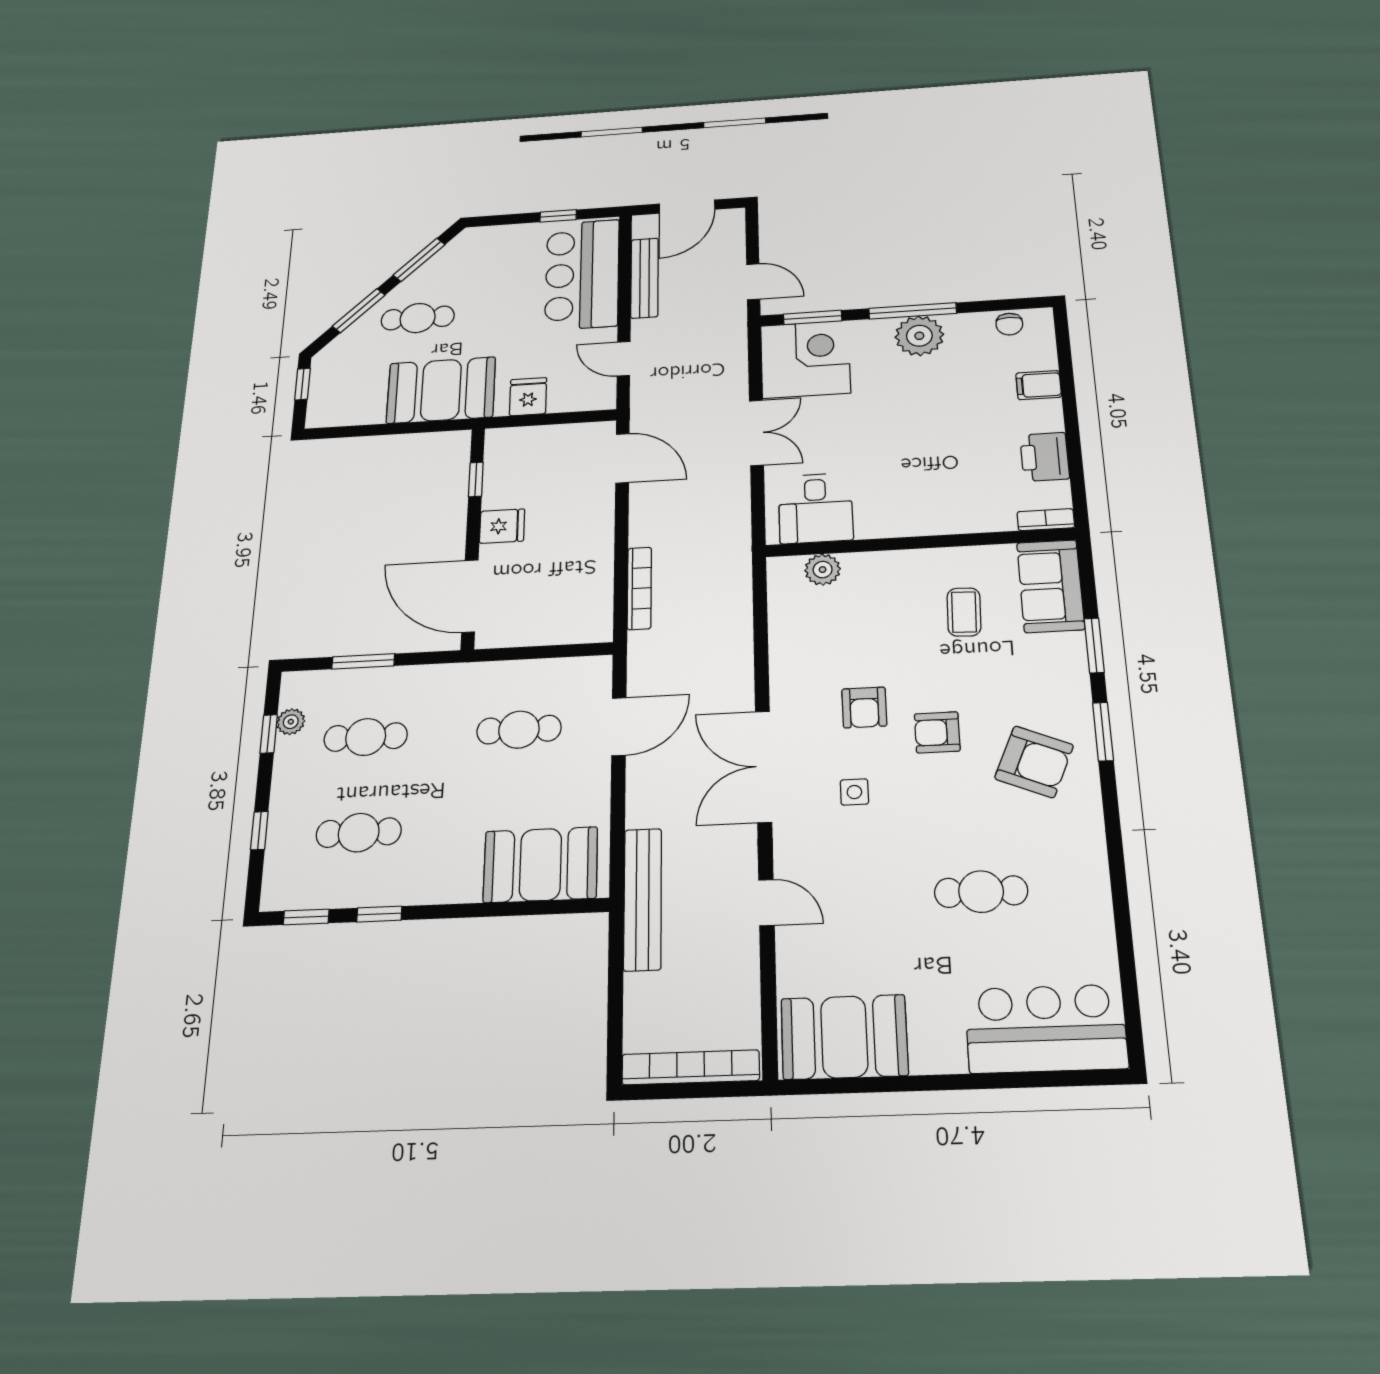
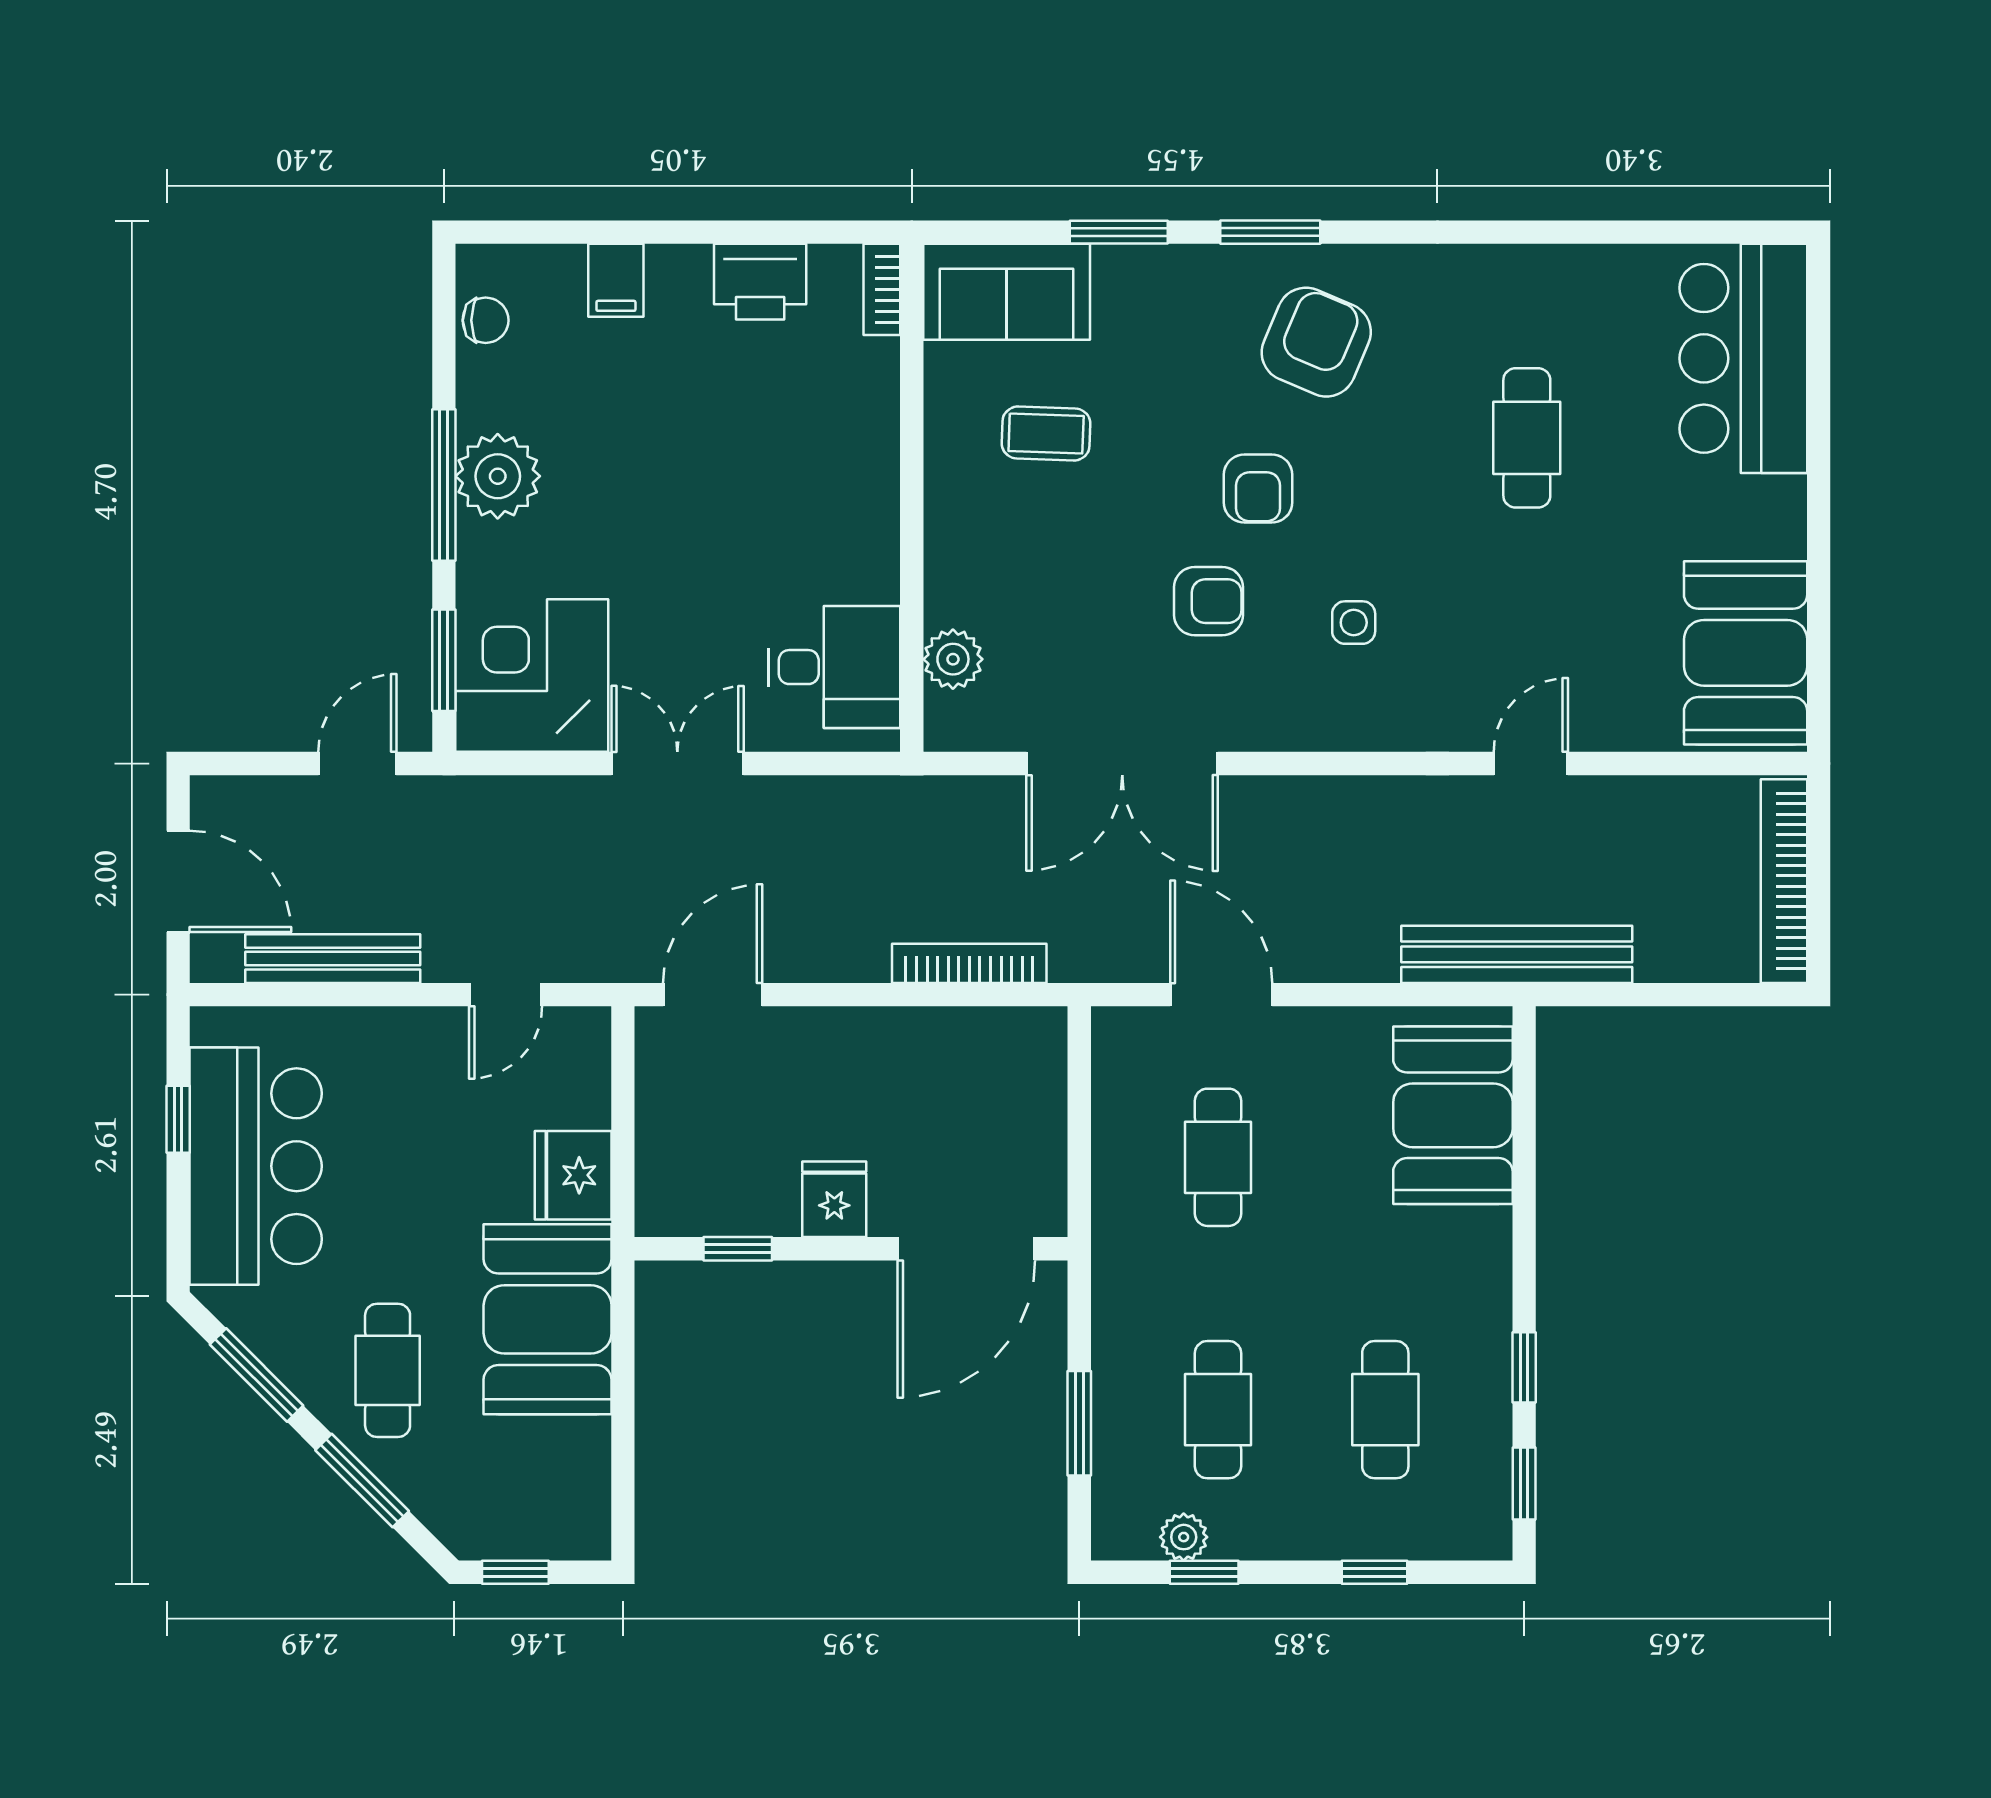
bar counter: (582, 275) -> (256, 1166), moved, turned -90
fridge: (528, 397) -> (573, 1175), width x1.38
double door: (764, 766) -> (1122, 764), moved

